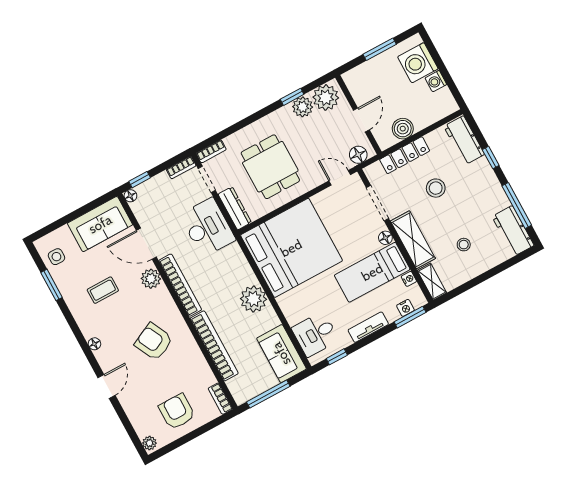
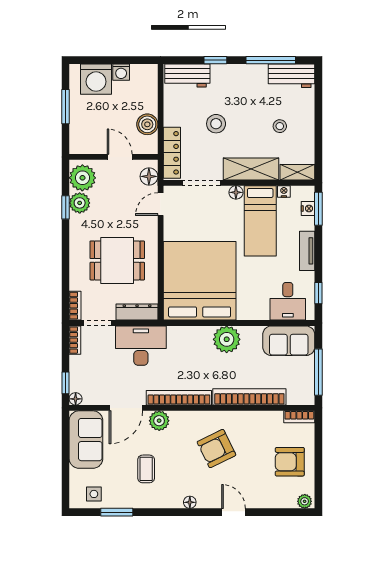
locker: (405, 155) -> (172, 153), moved

